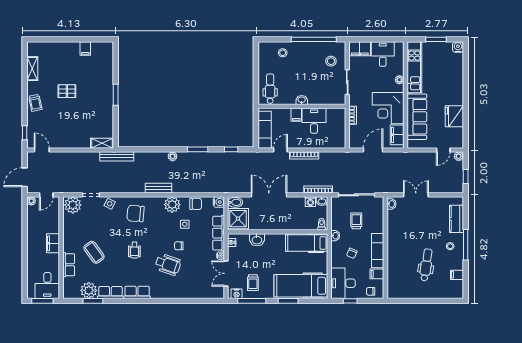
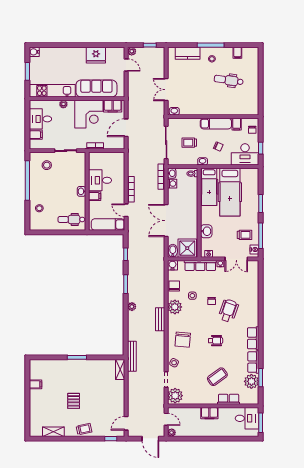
filing cabinet: (360, 49) -> (36, 135), width x0.50
door: (373, 150) -> (126, 128), hinge flipped
hospital bed: (301, 286) -> (230, 192), moved

